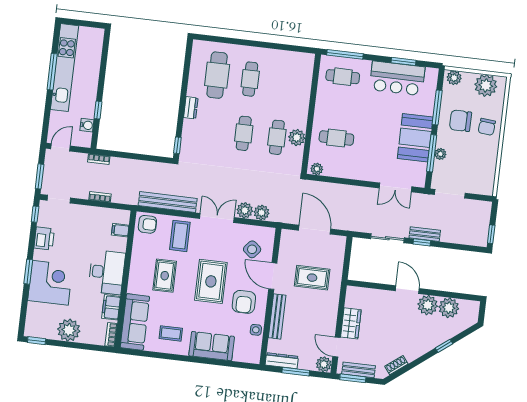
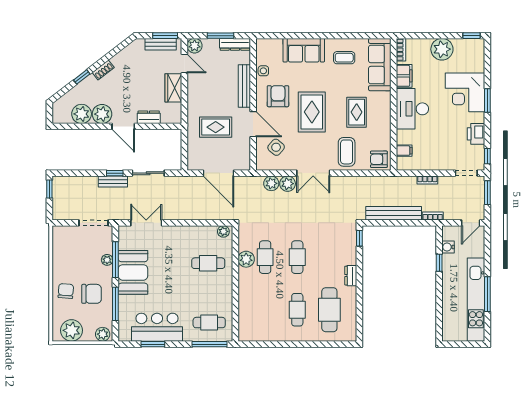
bench: (168, 202) -> (394, 213), moved
dresser: (380, 296) -> (149, 117), added
shoe rack: (396, 365) -> (103, 70), moved

